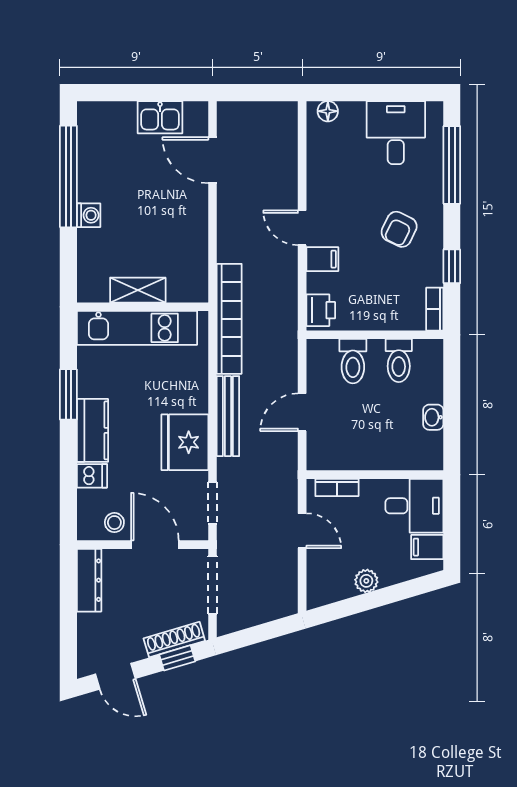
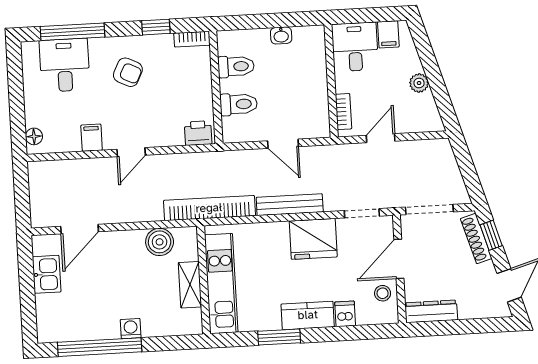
desk: (396, 133) -> (65, 65), moved, turned 90
boiler: (192, 256) -> (160, 242), added
filing cabinet: (322, 259) -> (92, 138), moved

